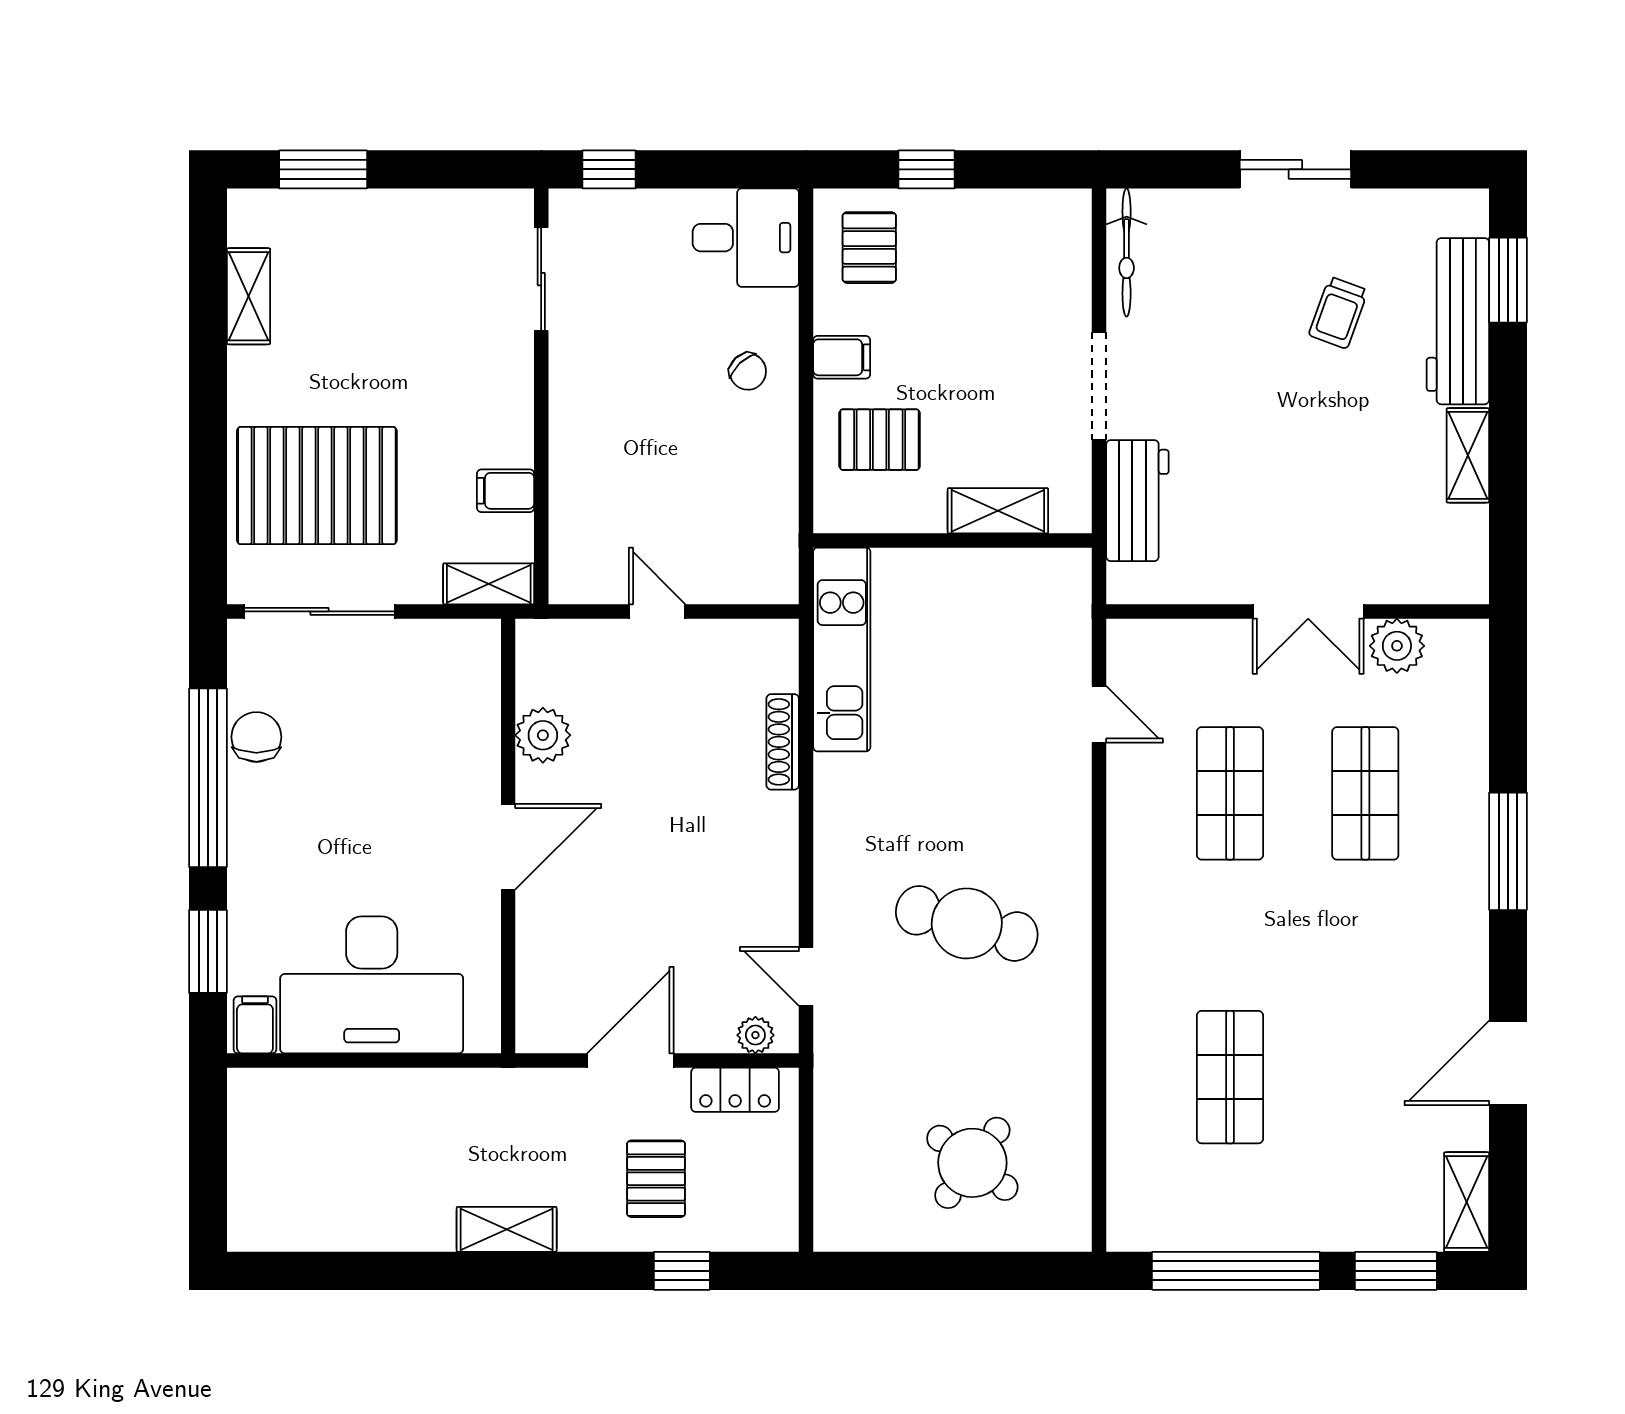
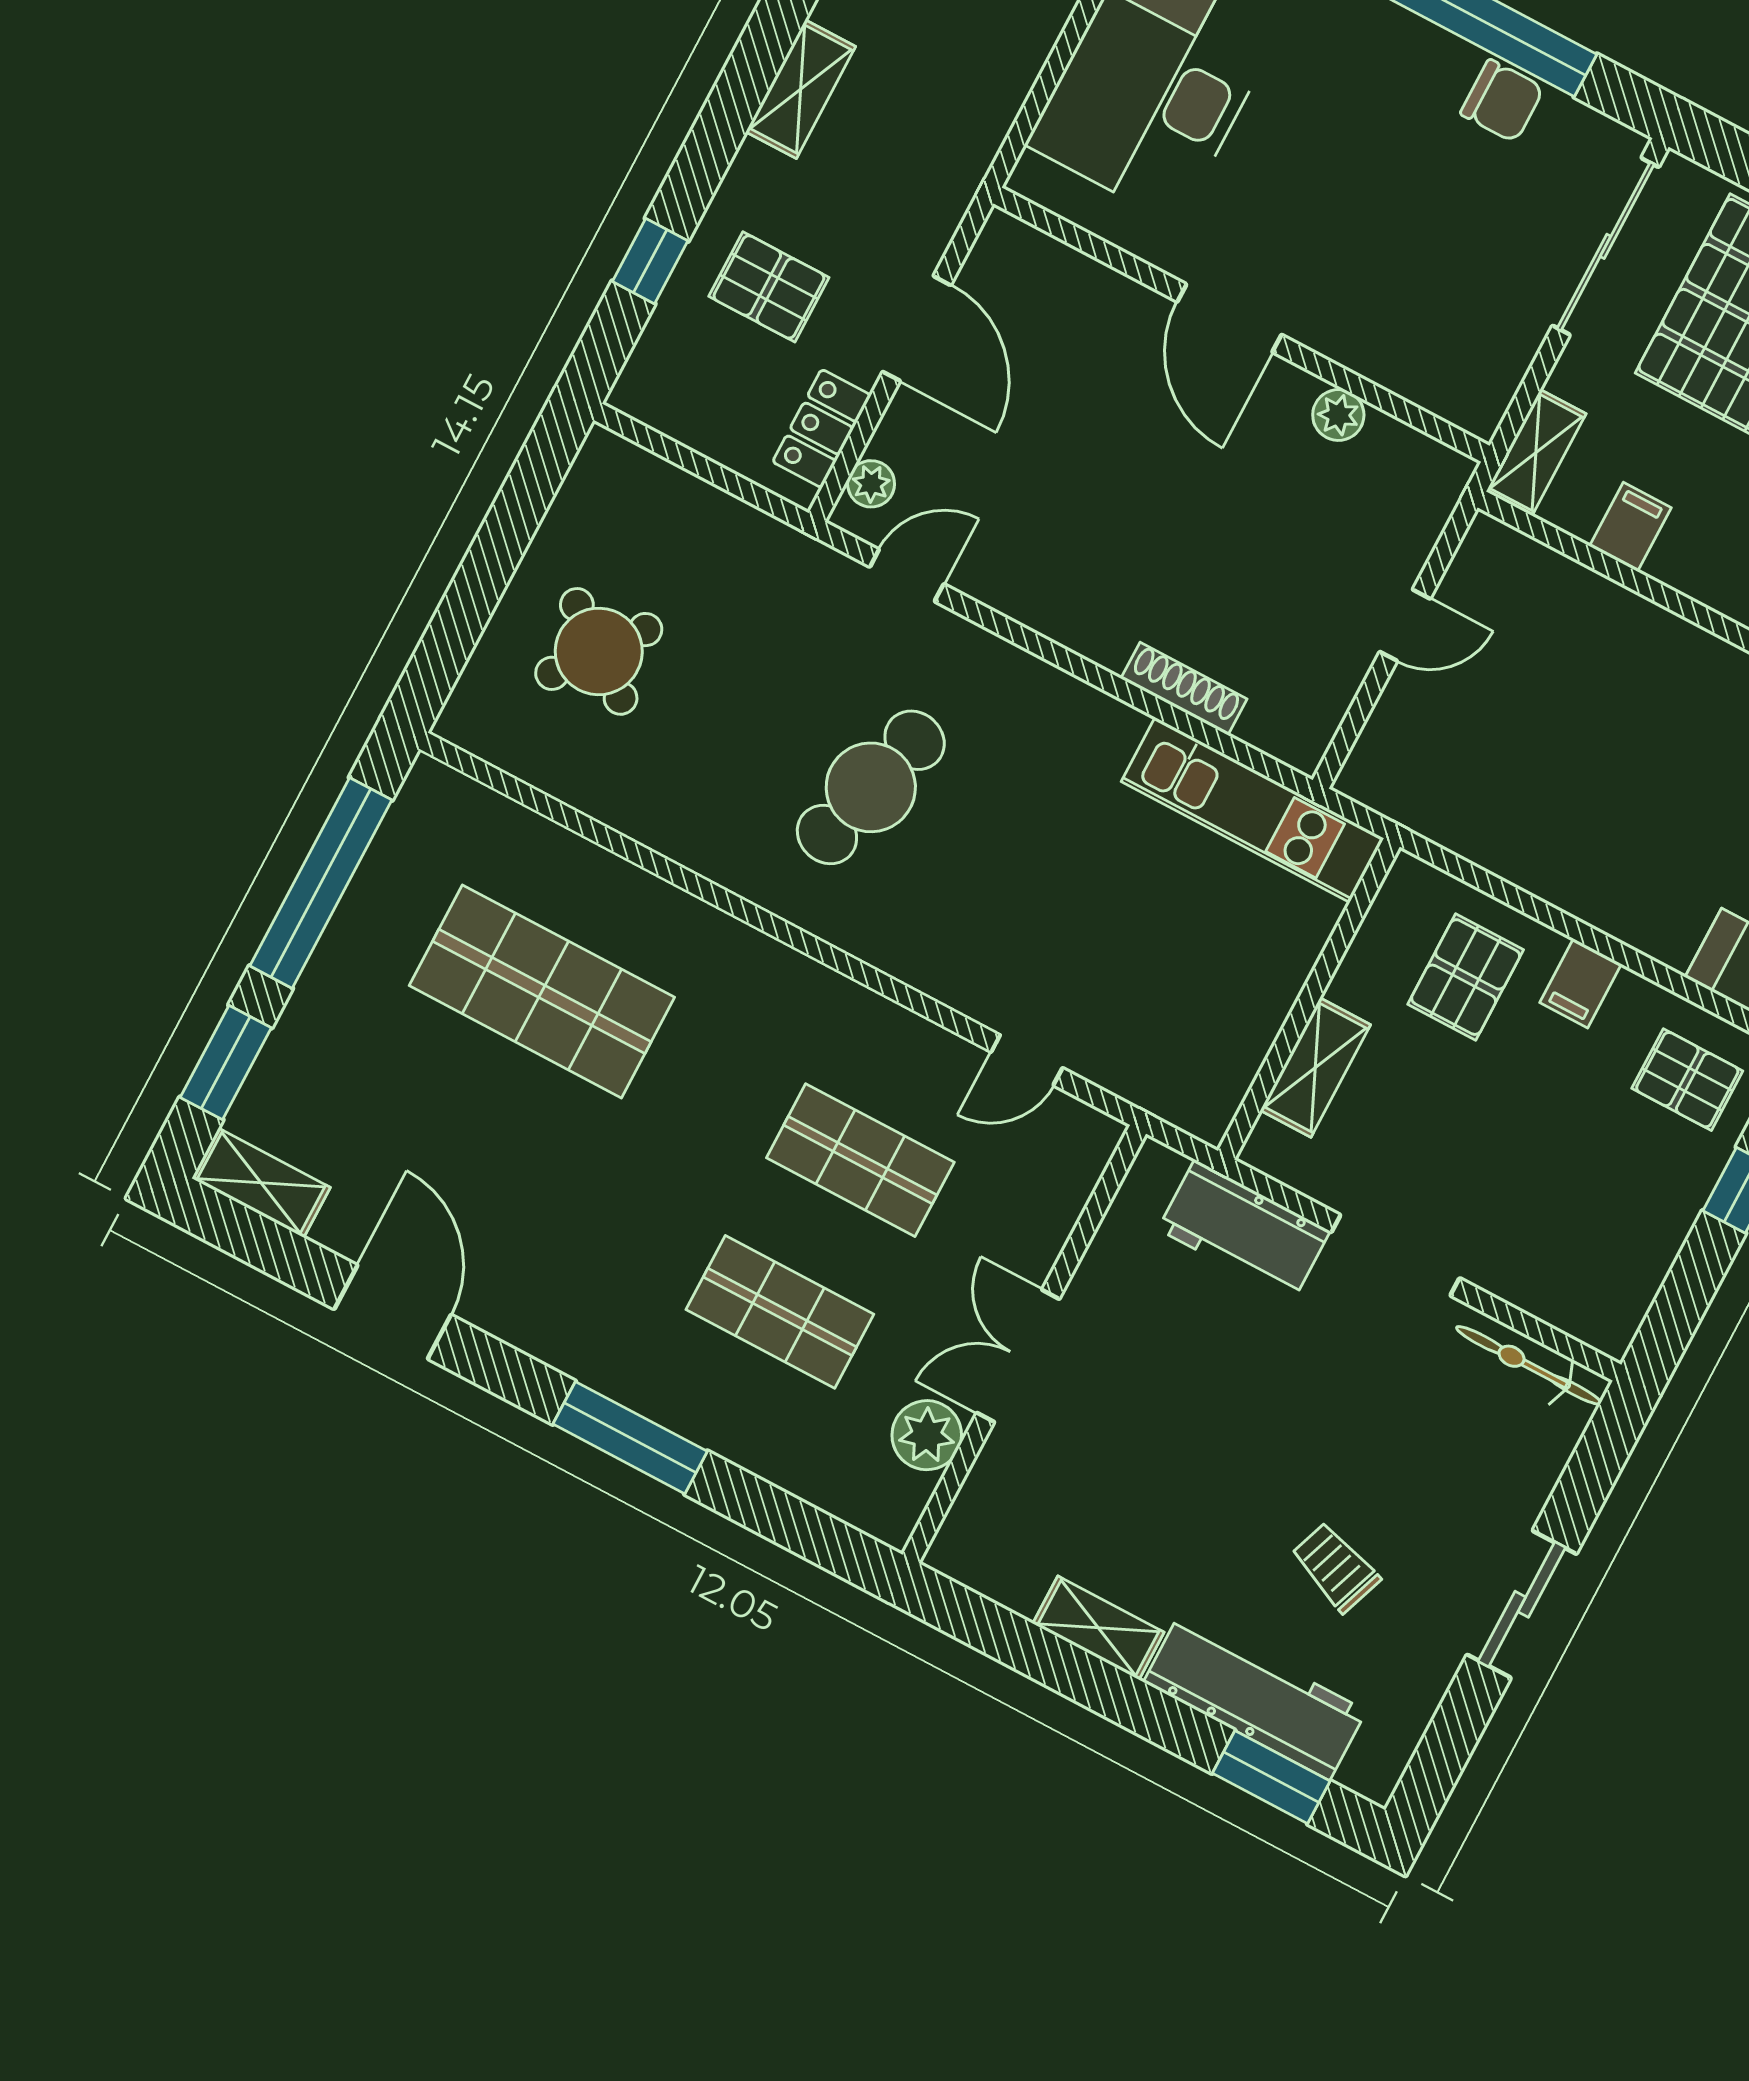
chair: (748, 372) -> (1620, 870), removed
plant: (543, 735) -> (1338, 415), width x0.73, depth x0.73
shop shelf: (1230, 1077) -> (542, 991), width x1.43, depth x1.36

